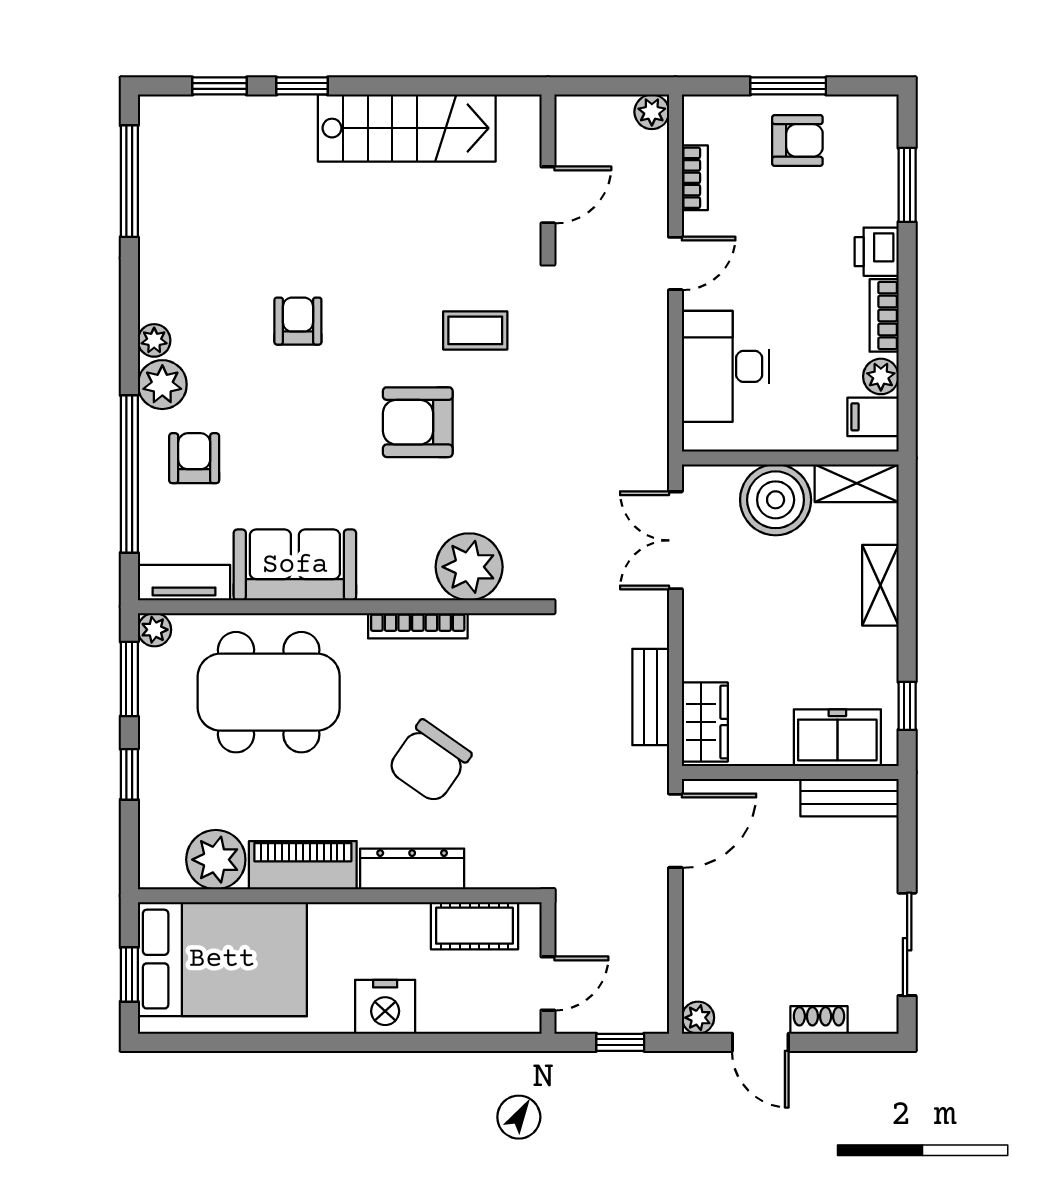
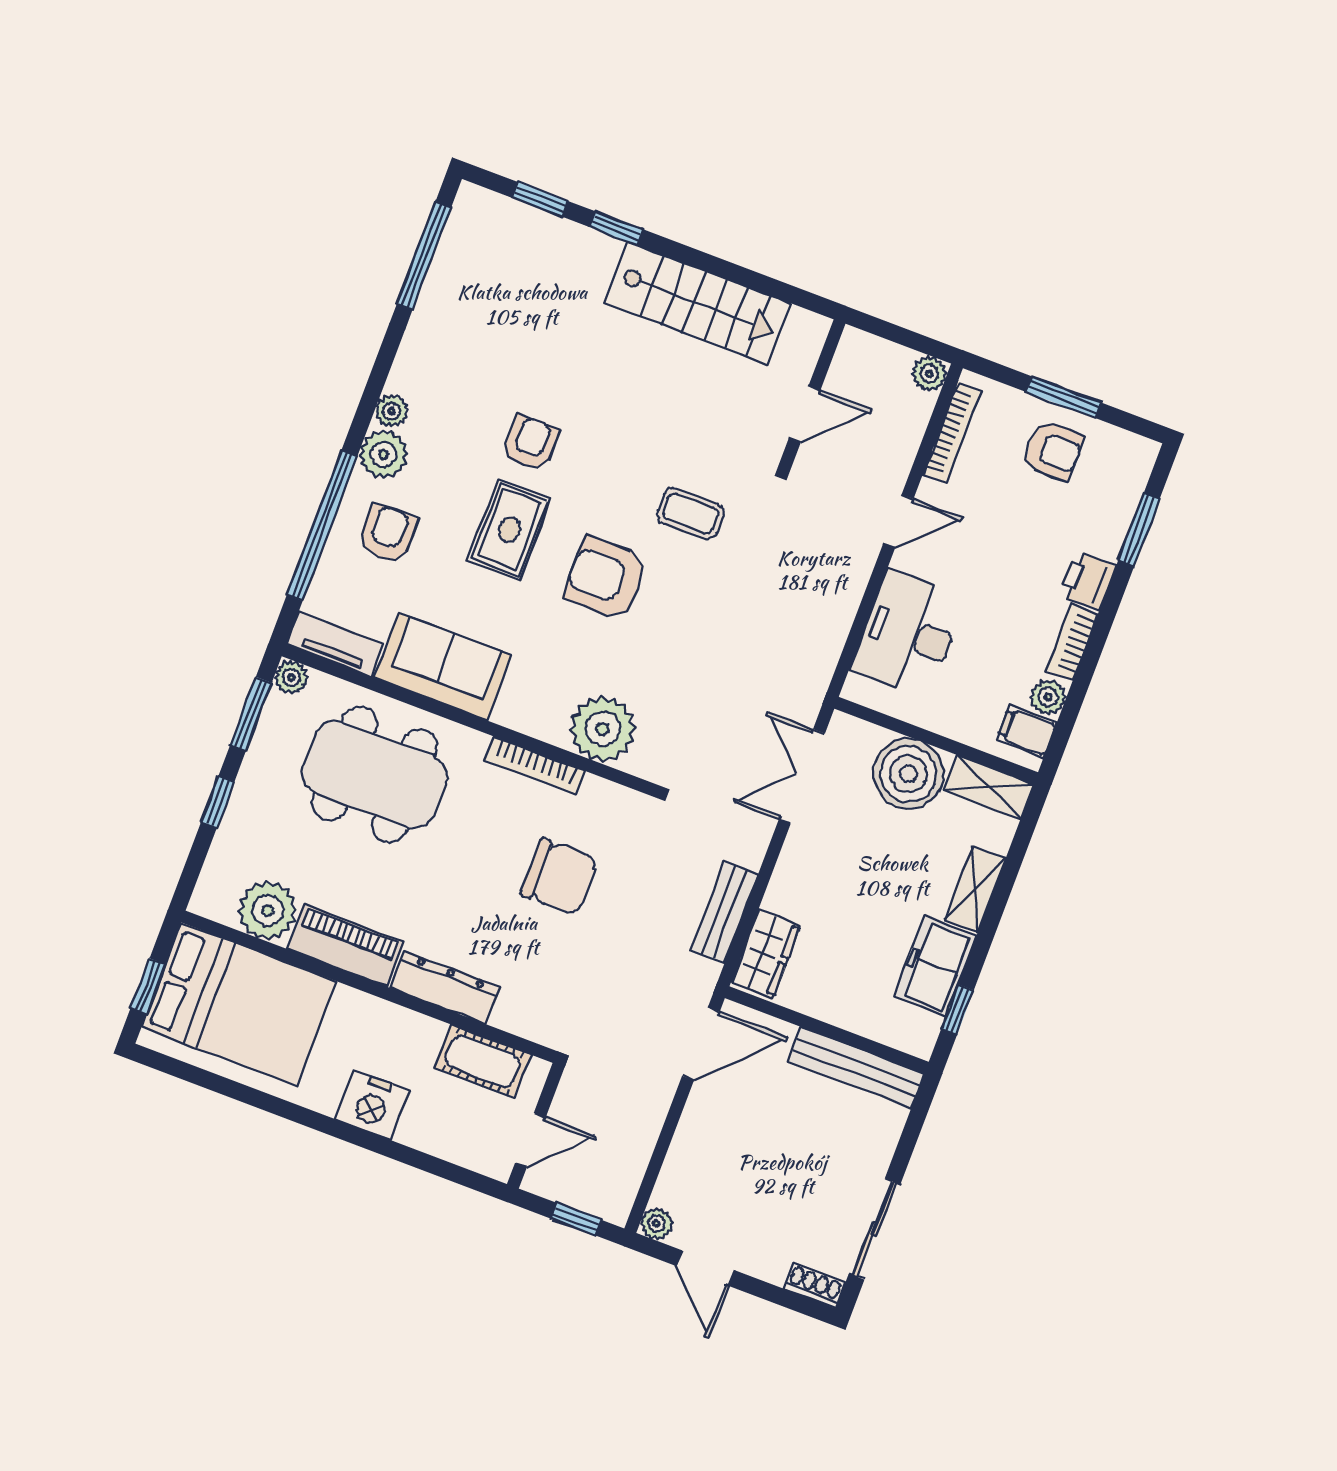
bookcase: (695, 178) -> (952, 432), width x1.56
rug: (309, 411) -> (509, 530), added
freezer: (837, 738) -> (935, 966), moved, turned -90
chair: (429, 761) -> (559, 877), moved, turned -125
bench: (849, 798) -> (856, 1068), width x1.36
shoe rack: (819, 1020) -> (814, 1286), moved

